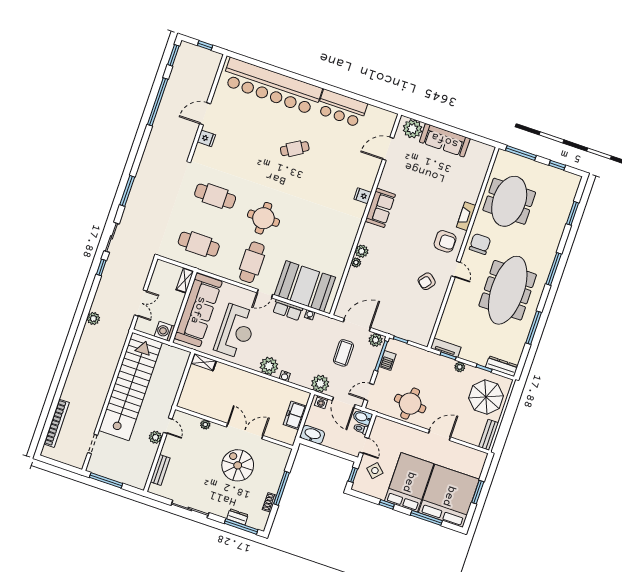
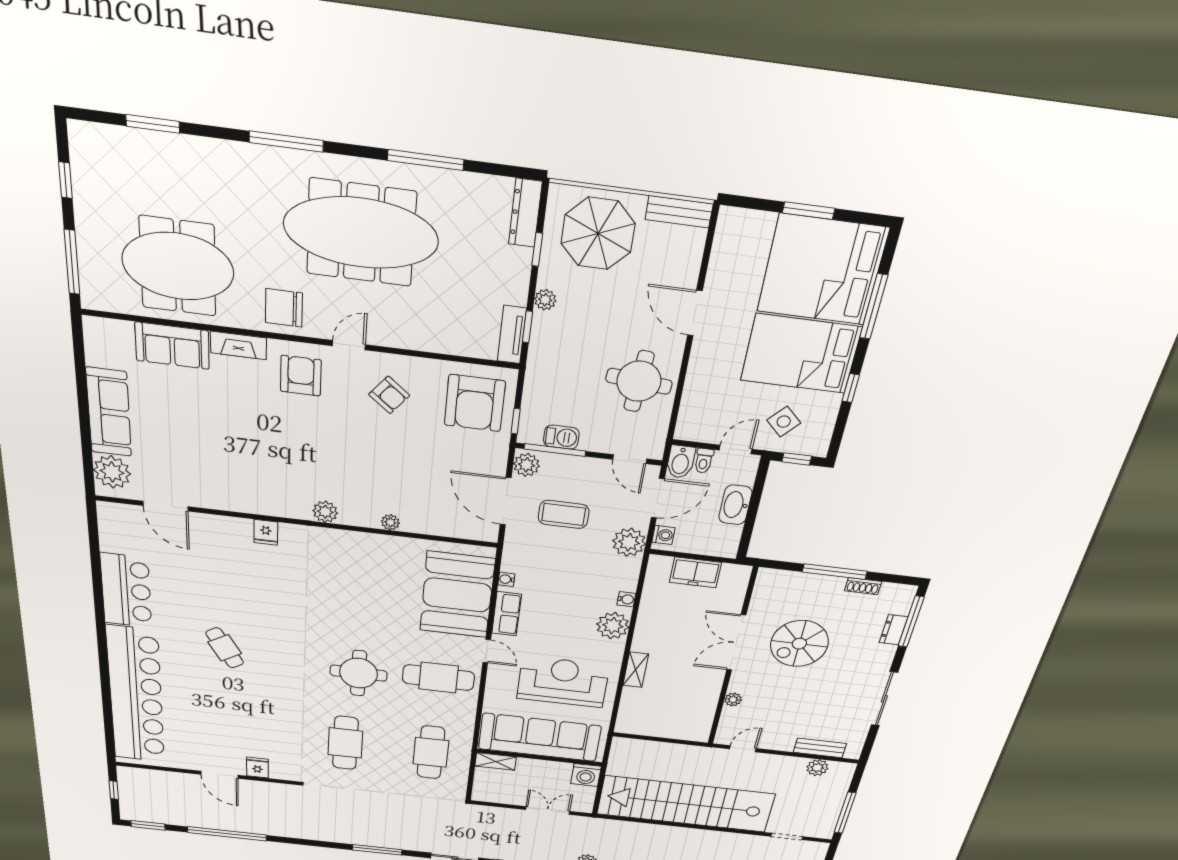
sofa: (380, 208) -> (172, 346), moved, turned 180
plant: (362, 251) -> (325, 512), moved
armchair: (414, 322) -> (475, 403), added
shelving: (204, 362) -> (636, 670), moved
washbasin: (312, 435) -> (735, 505), moved
plant: (155, 437) -> (817, 768), moved

